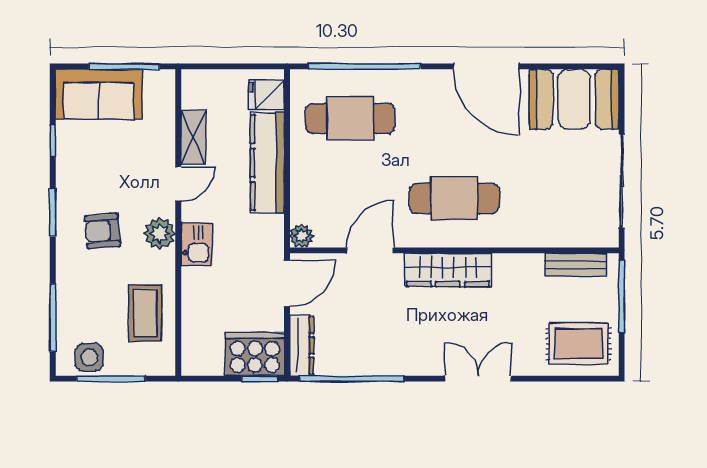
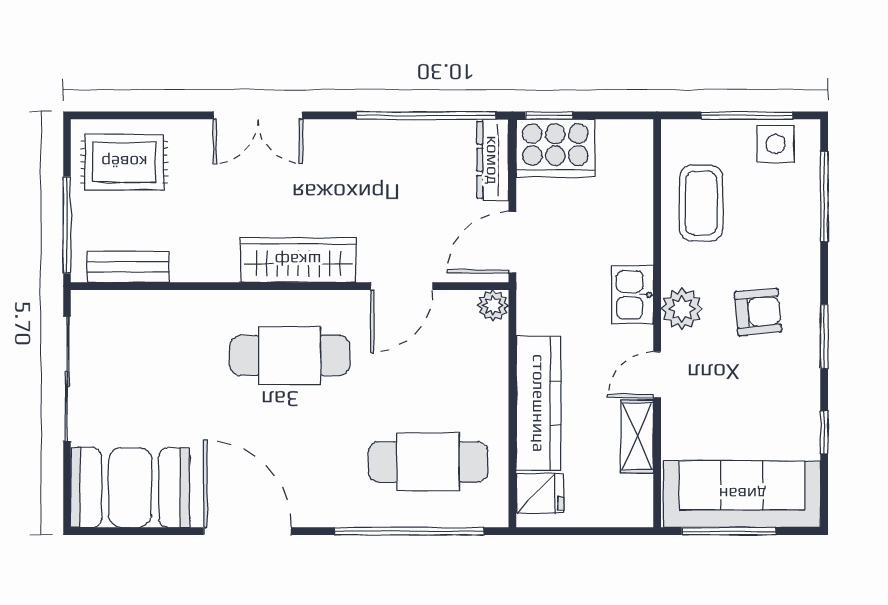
sofa: (99, 94) -> (742, 494), width x1.36

